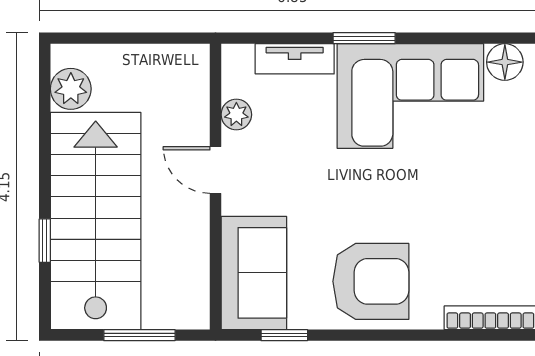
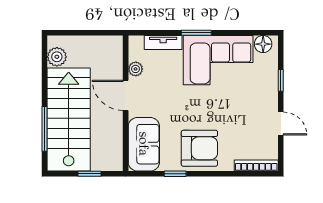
door: (216, 170) -> (126, 95), width x1.37
window: (45, 241) -> (44, 129), width x2.17
window: (139, 335) -> (89, 174), width x0.67
window: (284, 335) -> (175, 174), moved

